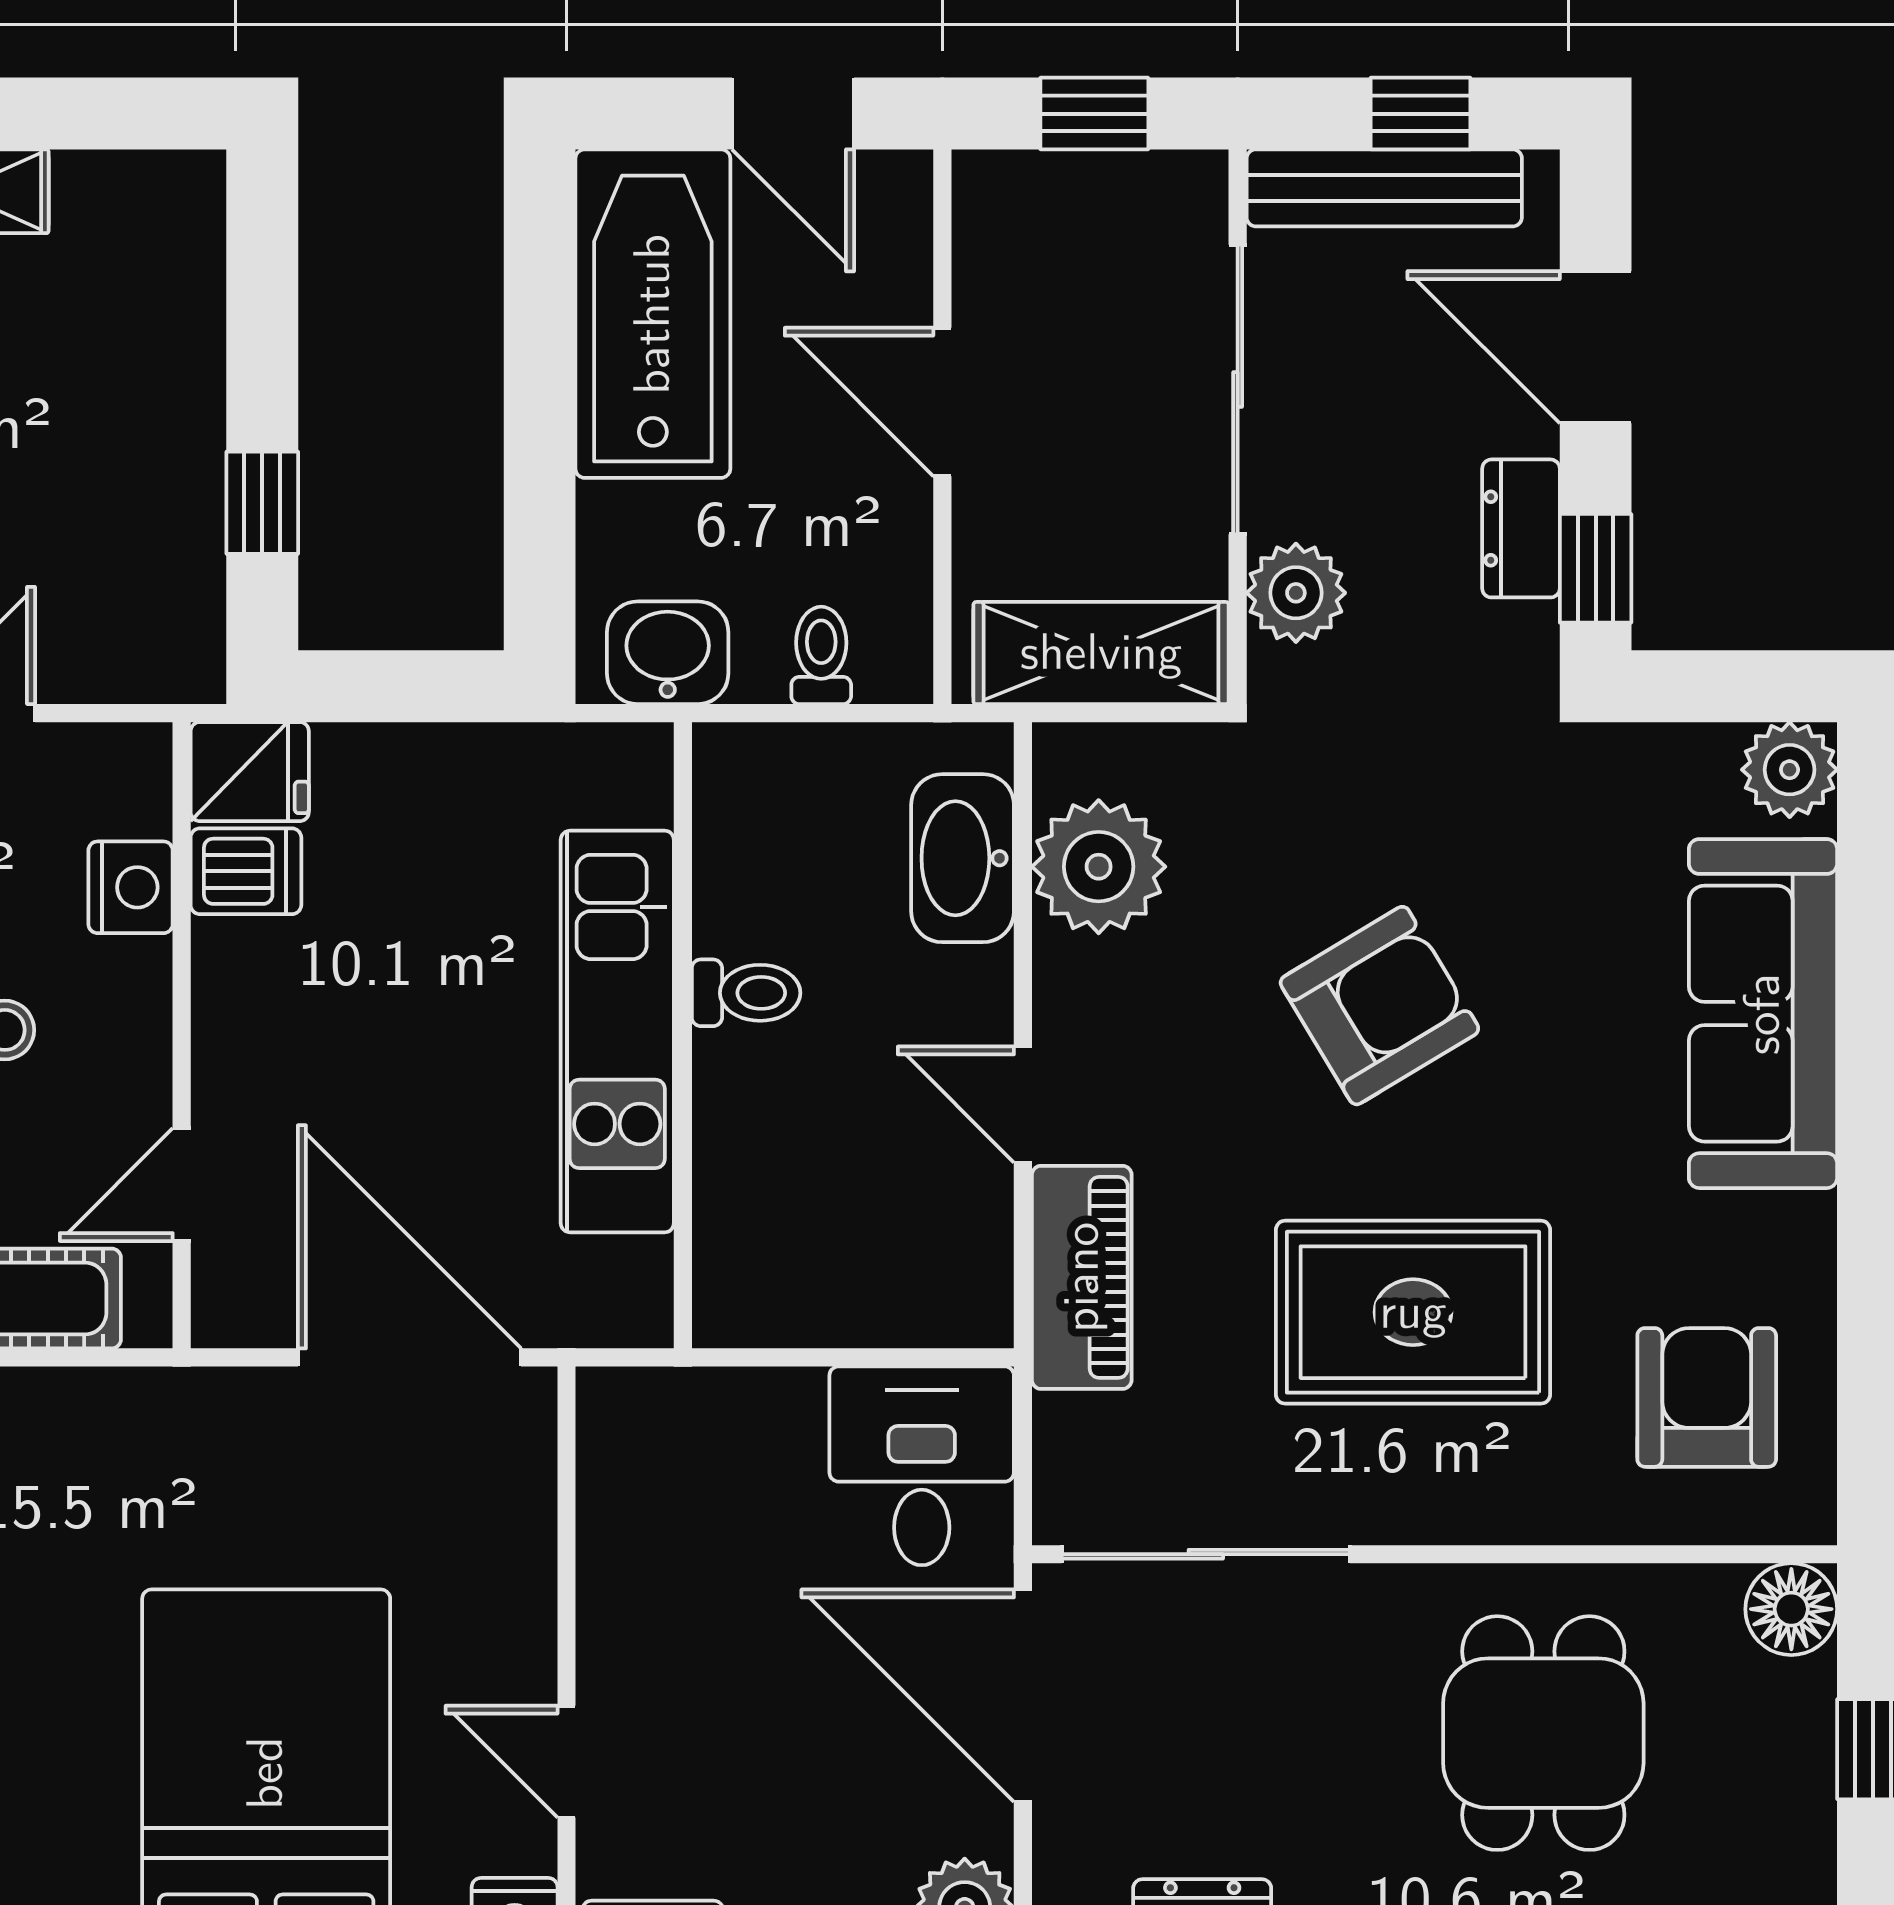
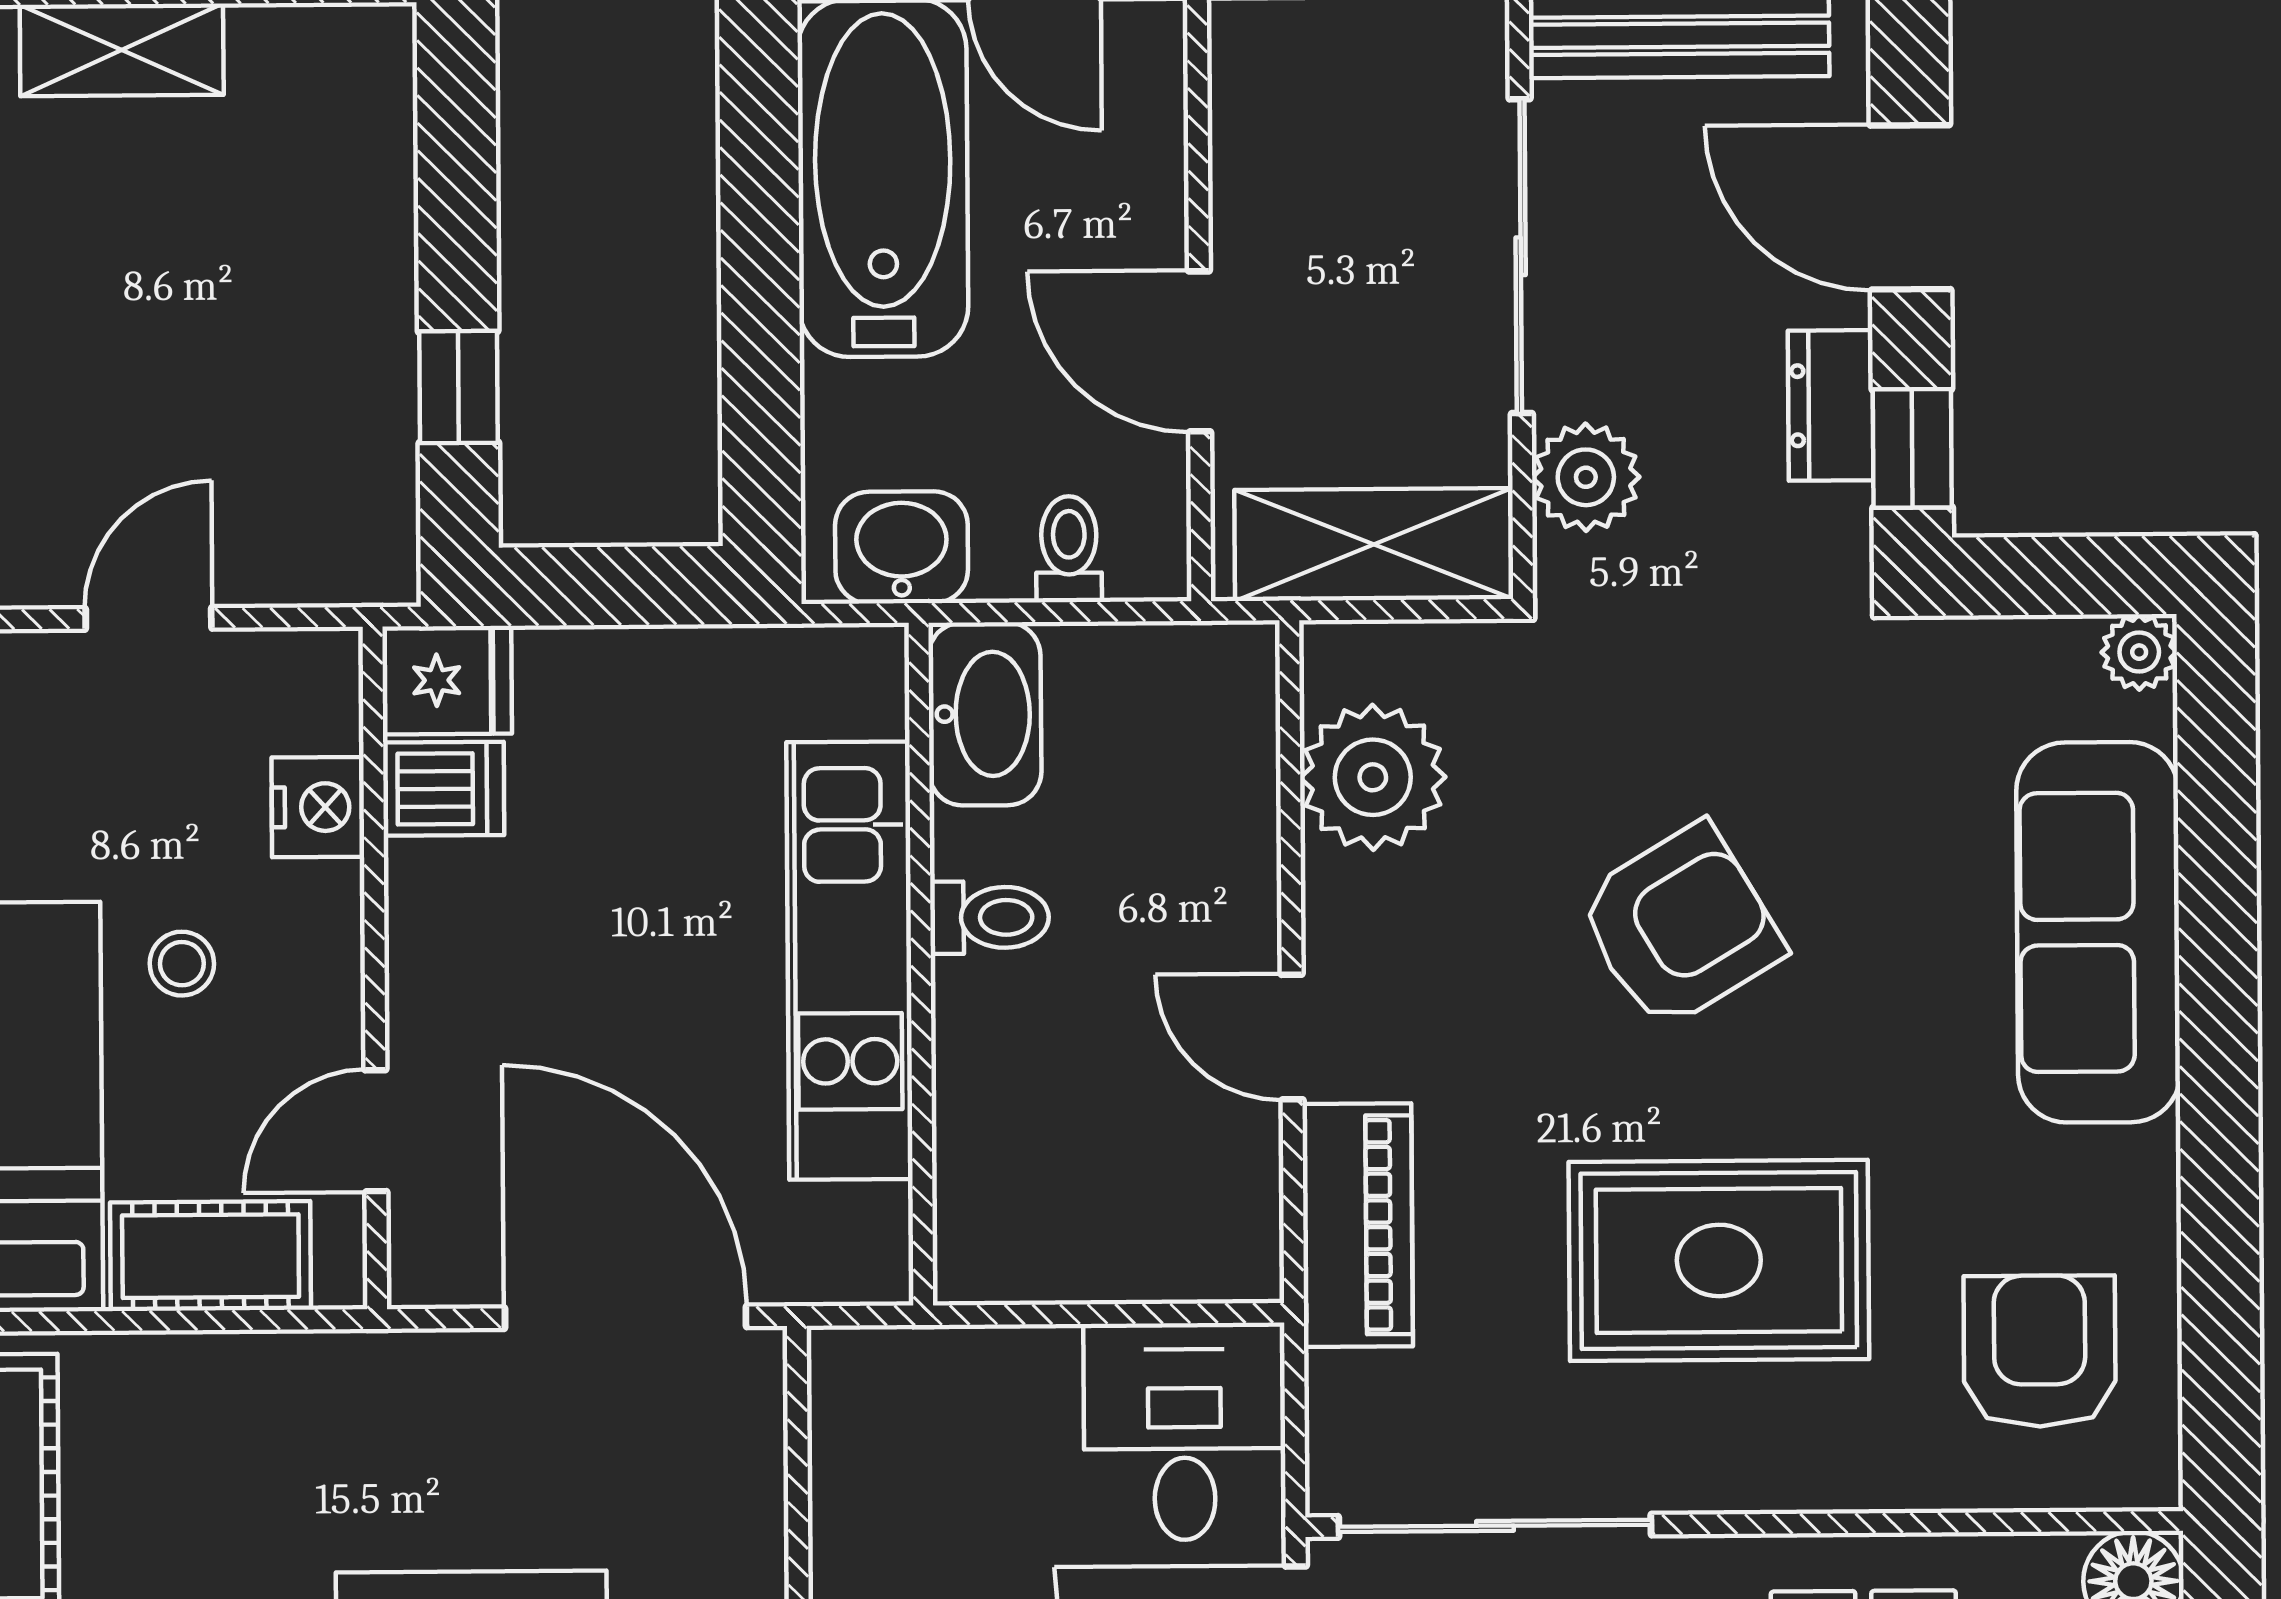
door: (942, 402) -> (1200, 351), moved
plant: (1790, 770) -> (2139, 652), width x0.73, depth x0.73
washbasin: (963, 858) -> (985, 714), moved, turned 180

